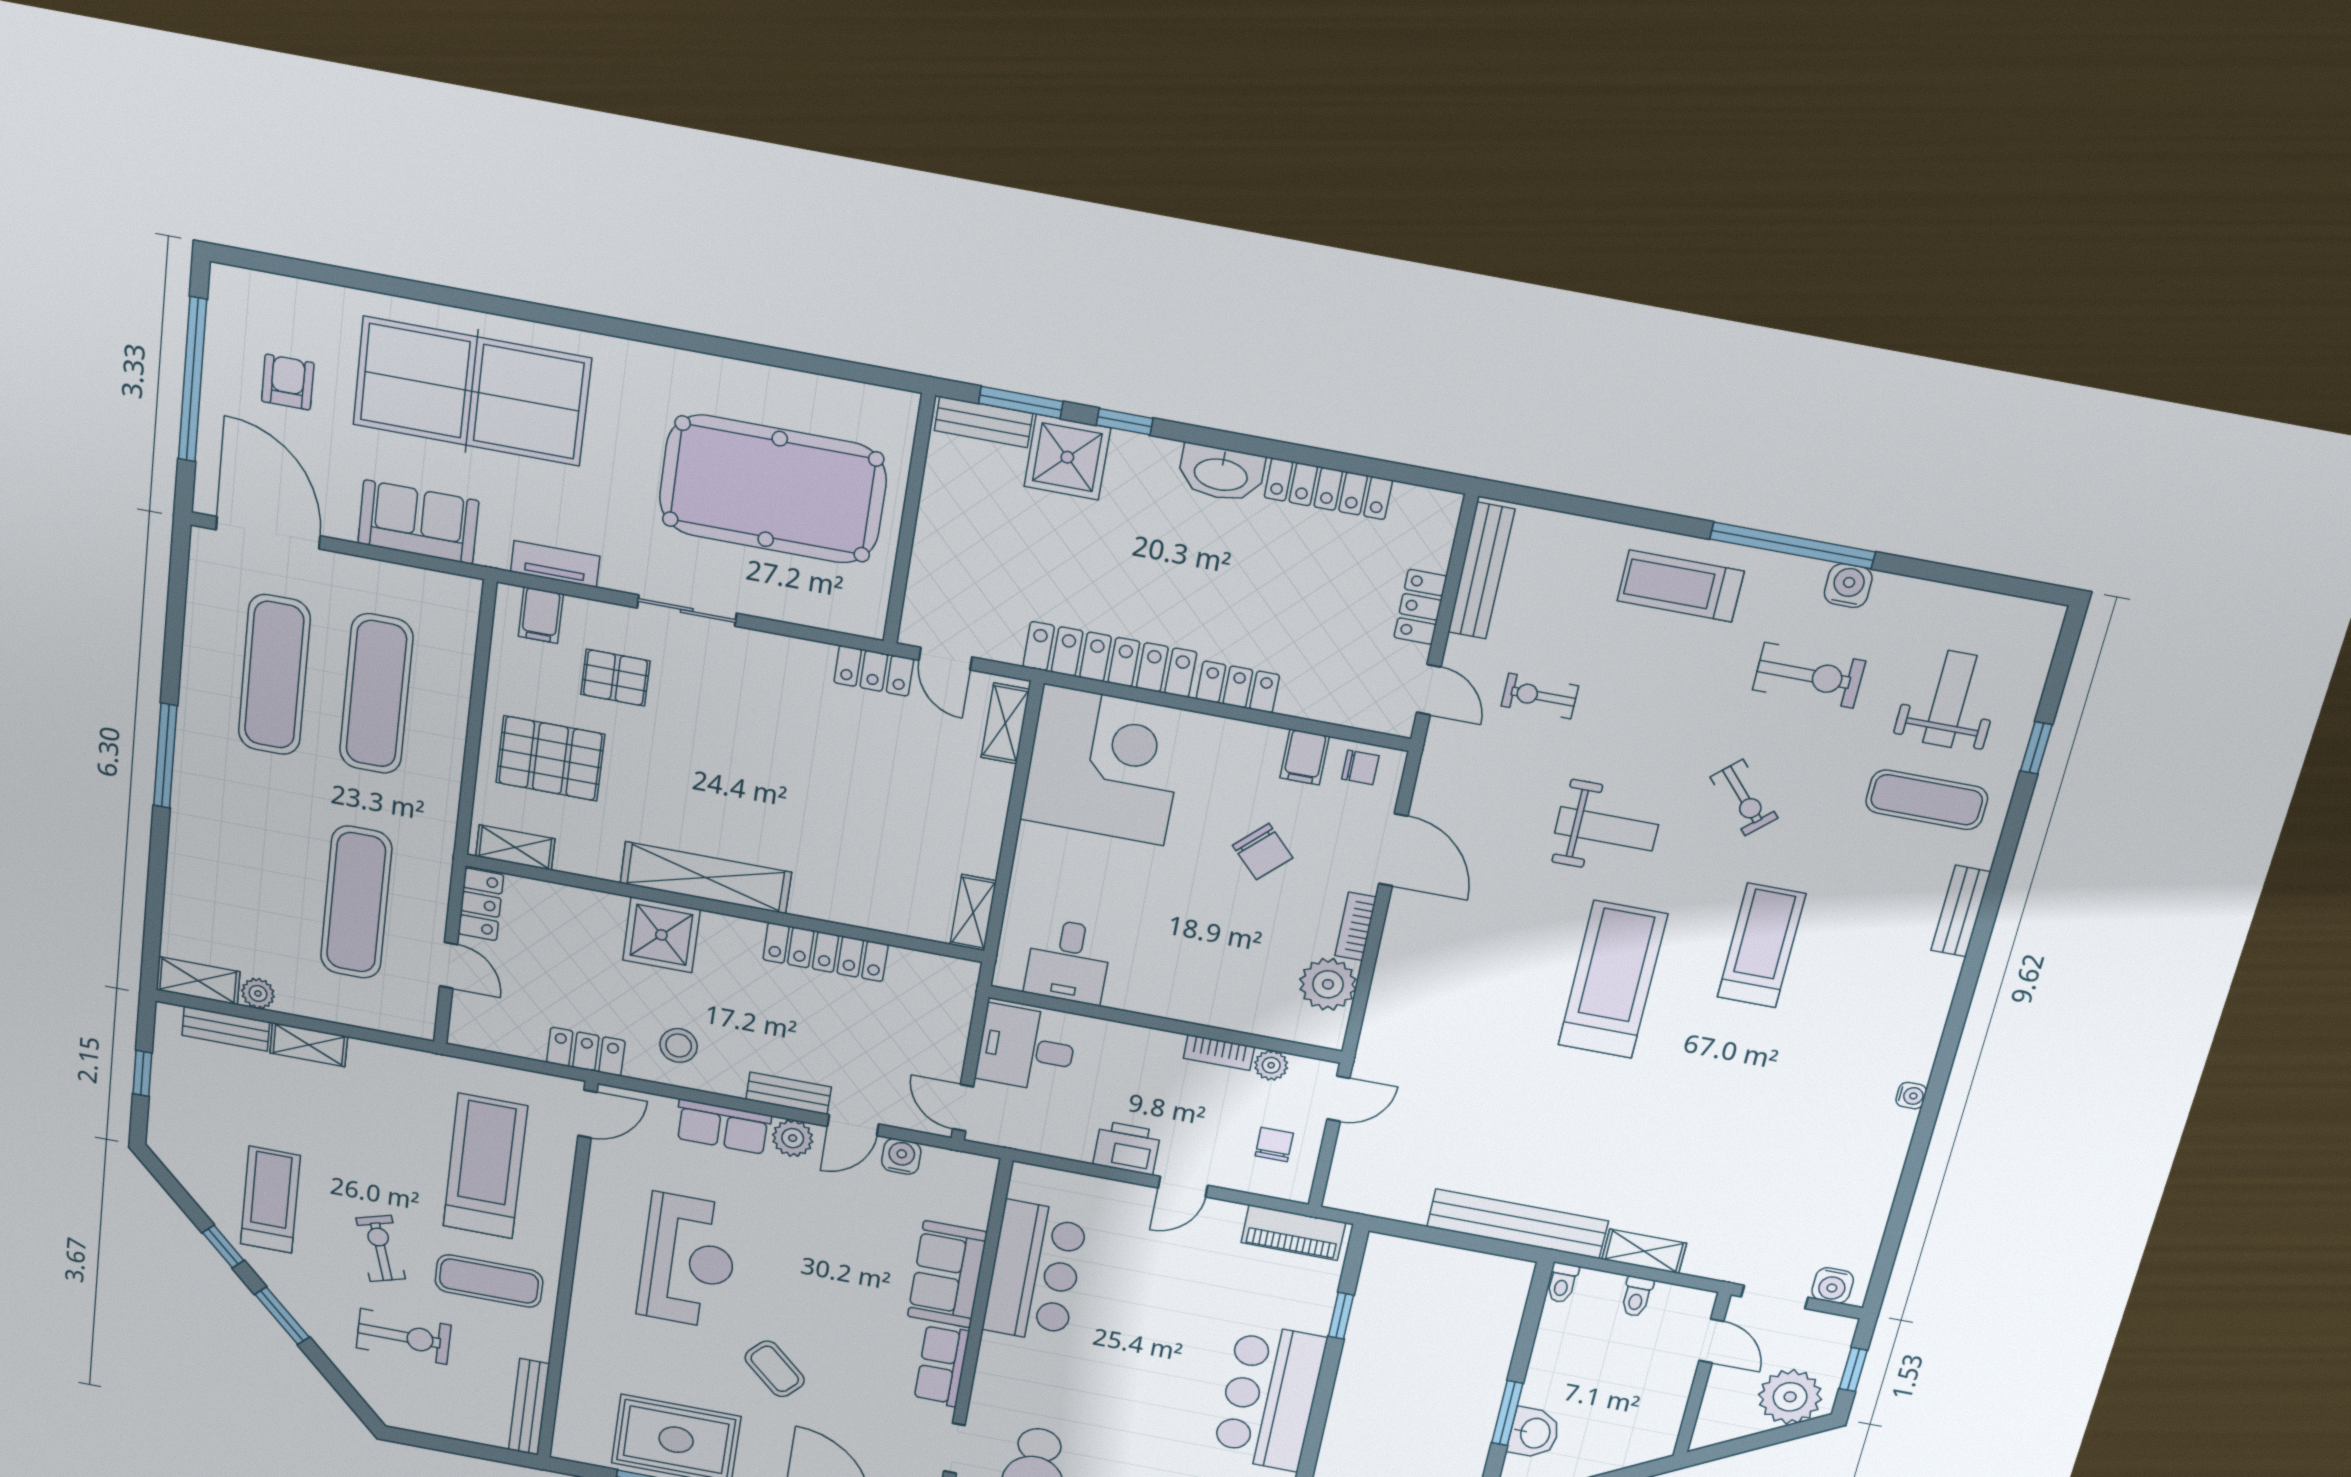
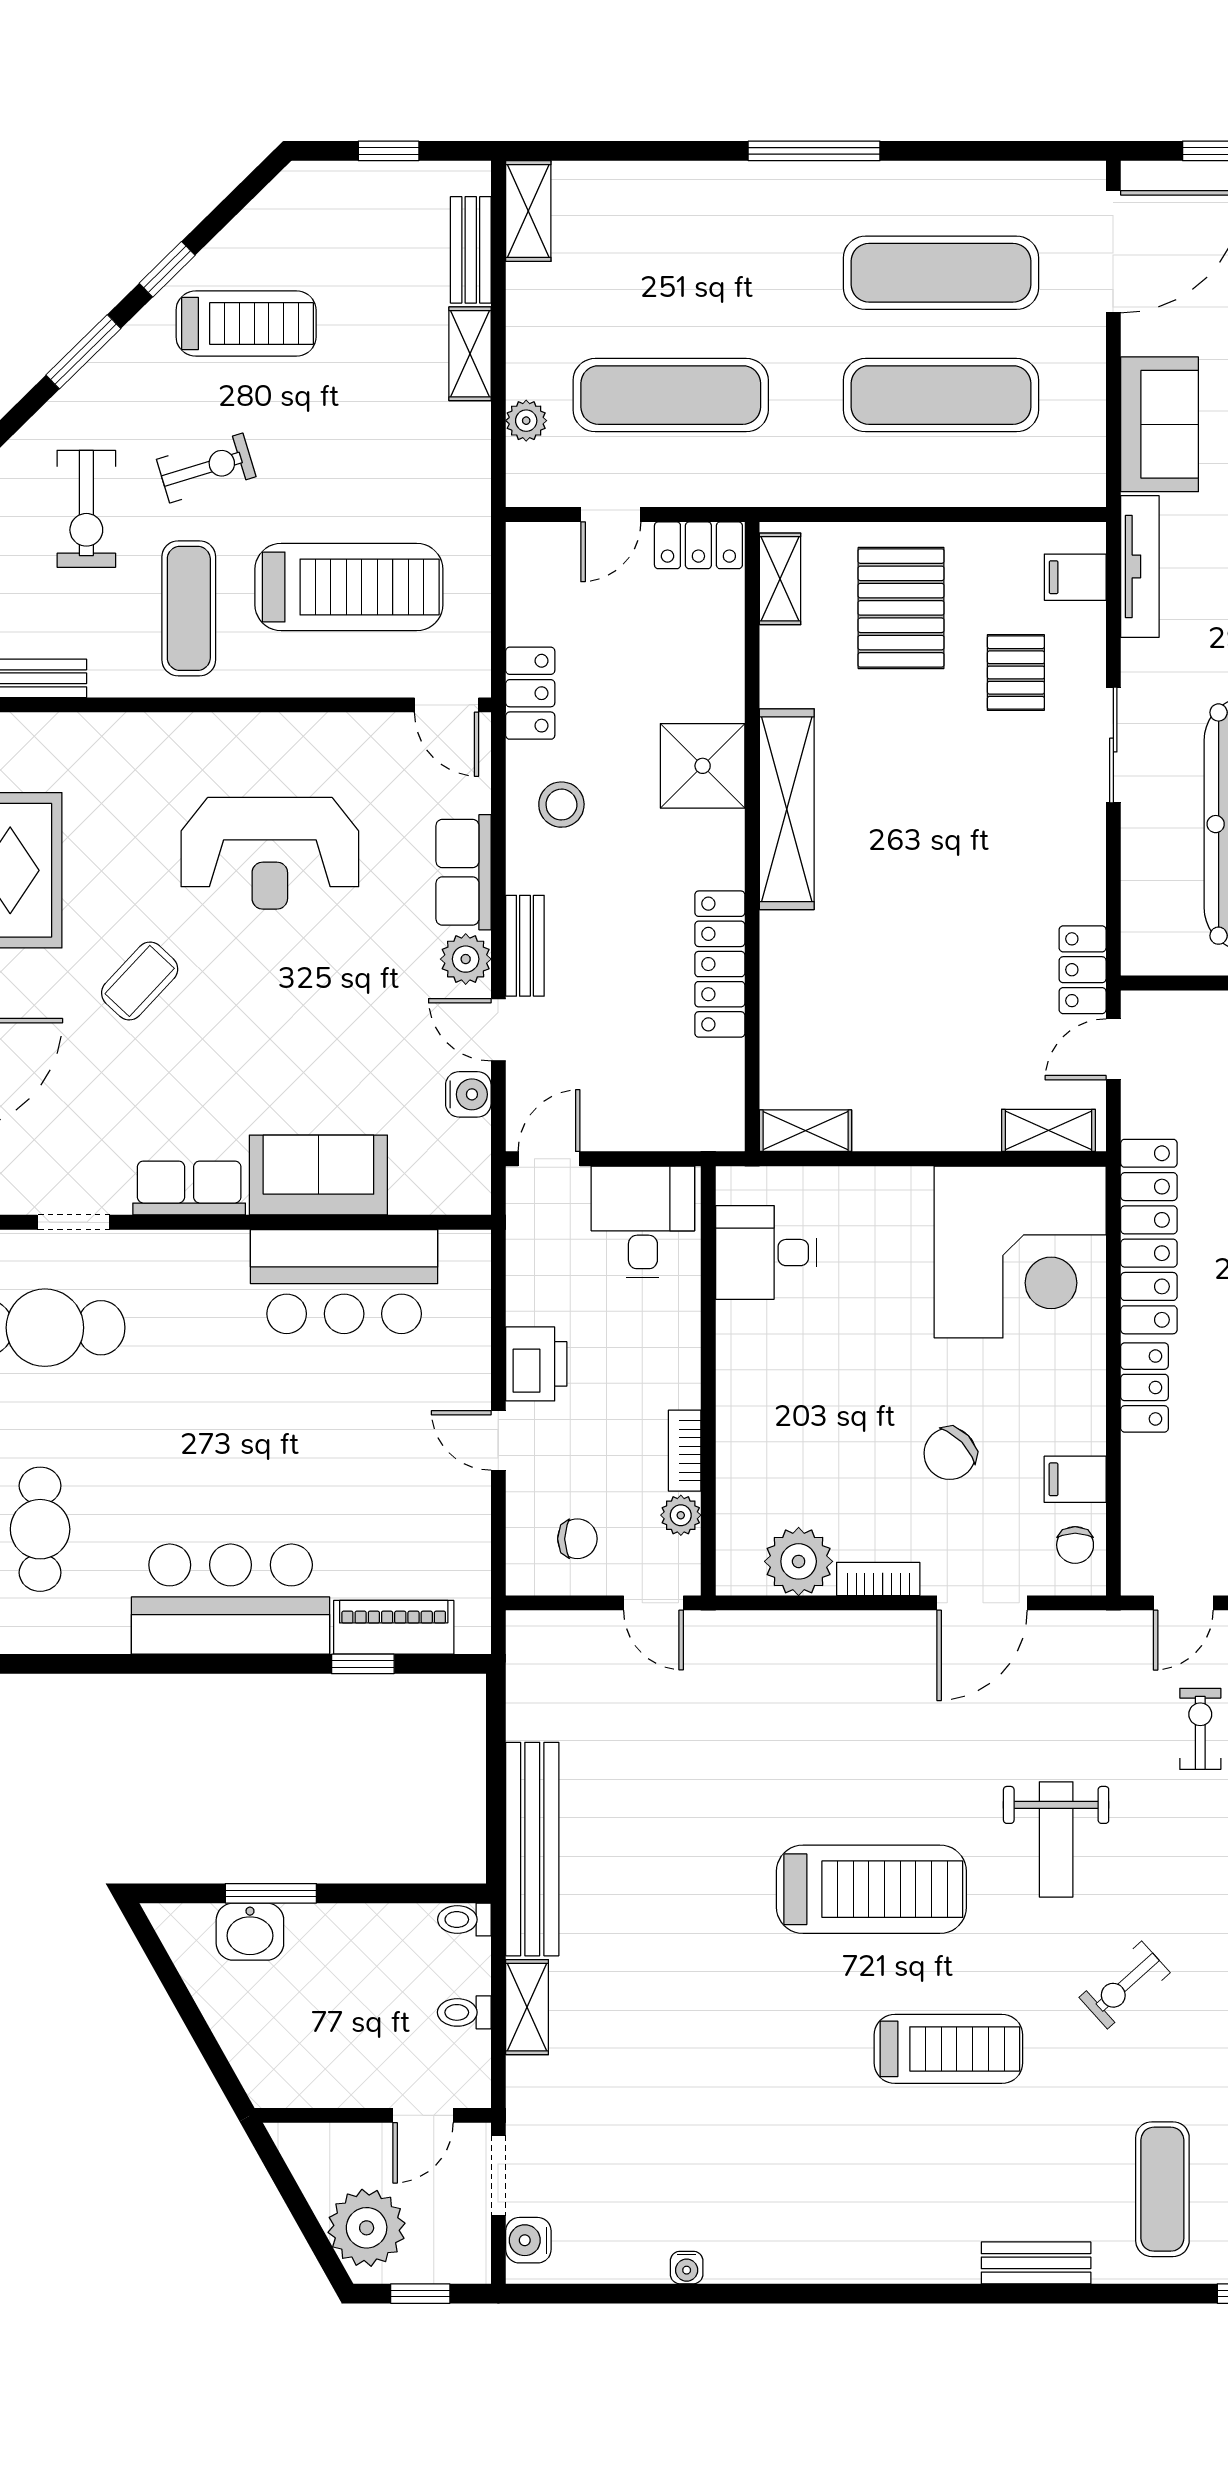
tv unit: (555, 564) -> (1140, 566), width x1.41
plant: (258, 993) -> (526, 421), moved
water cooler: (1911, 1096) -> (687, 2268), moved
piano: (1293, 1233) -> (394, 1627), moved, turned 90

